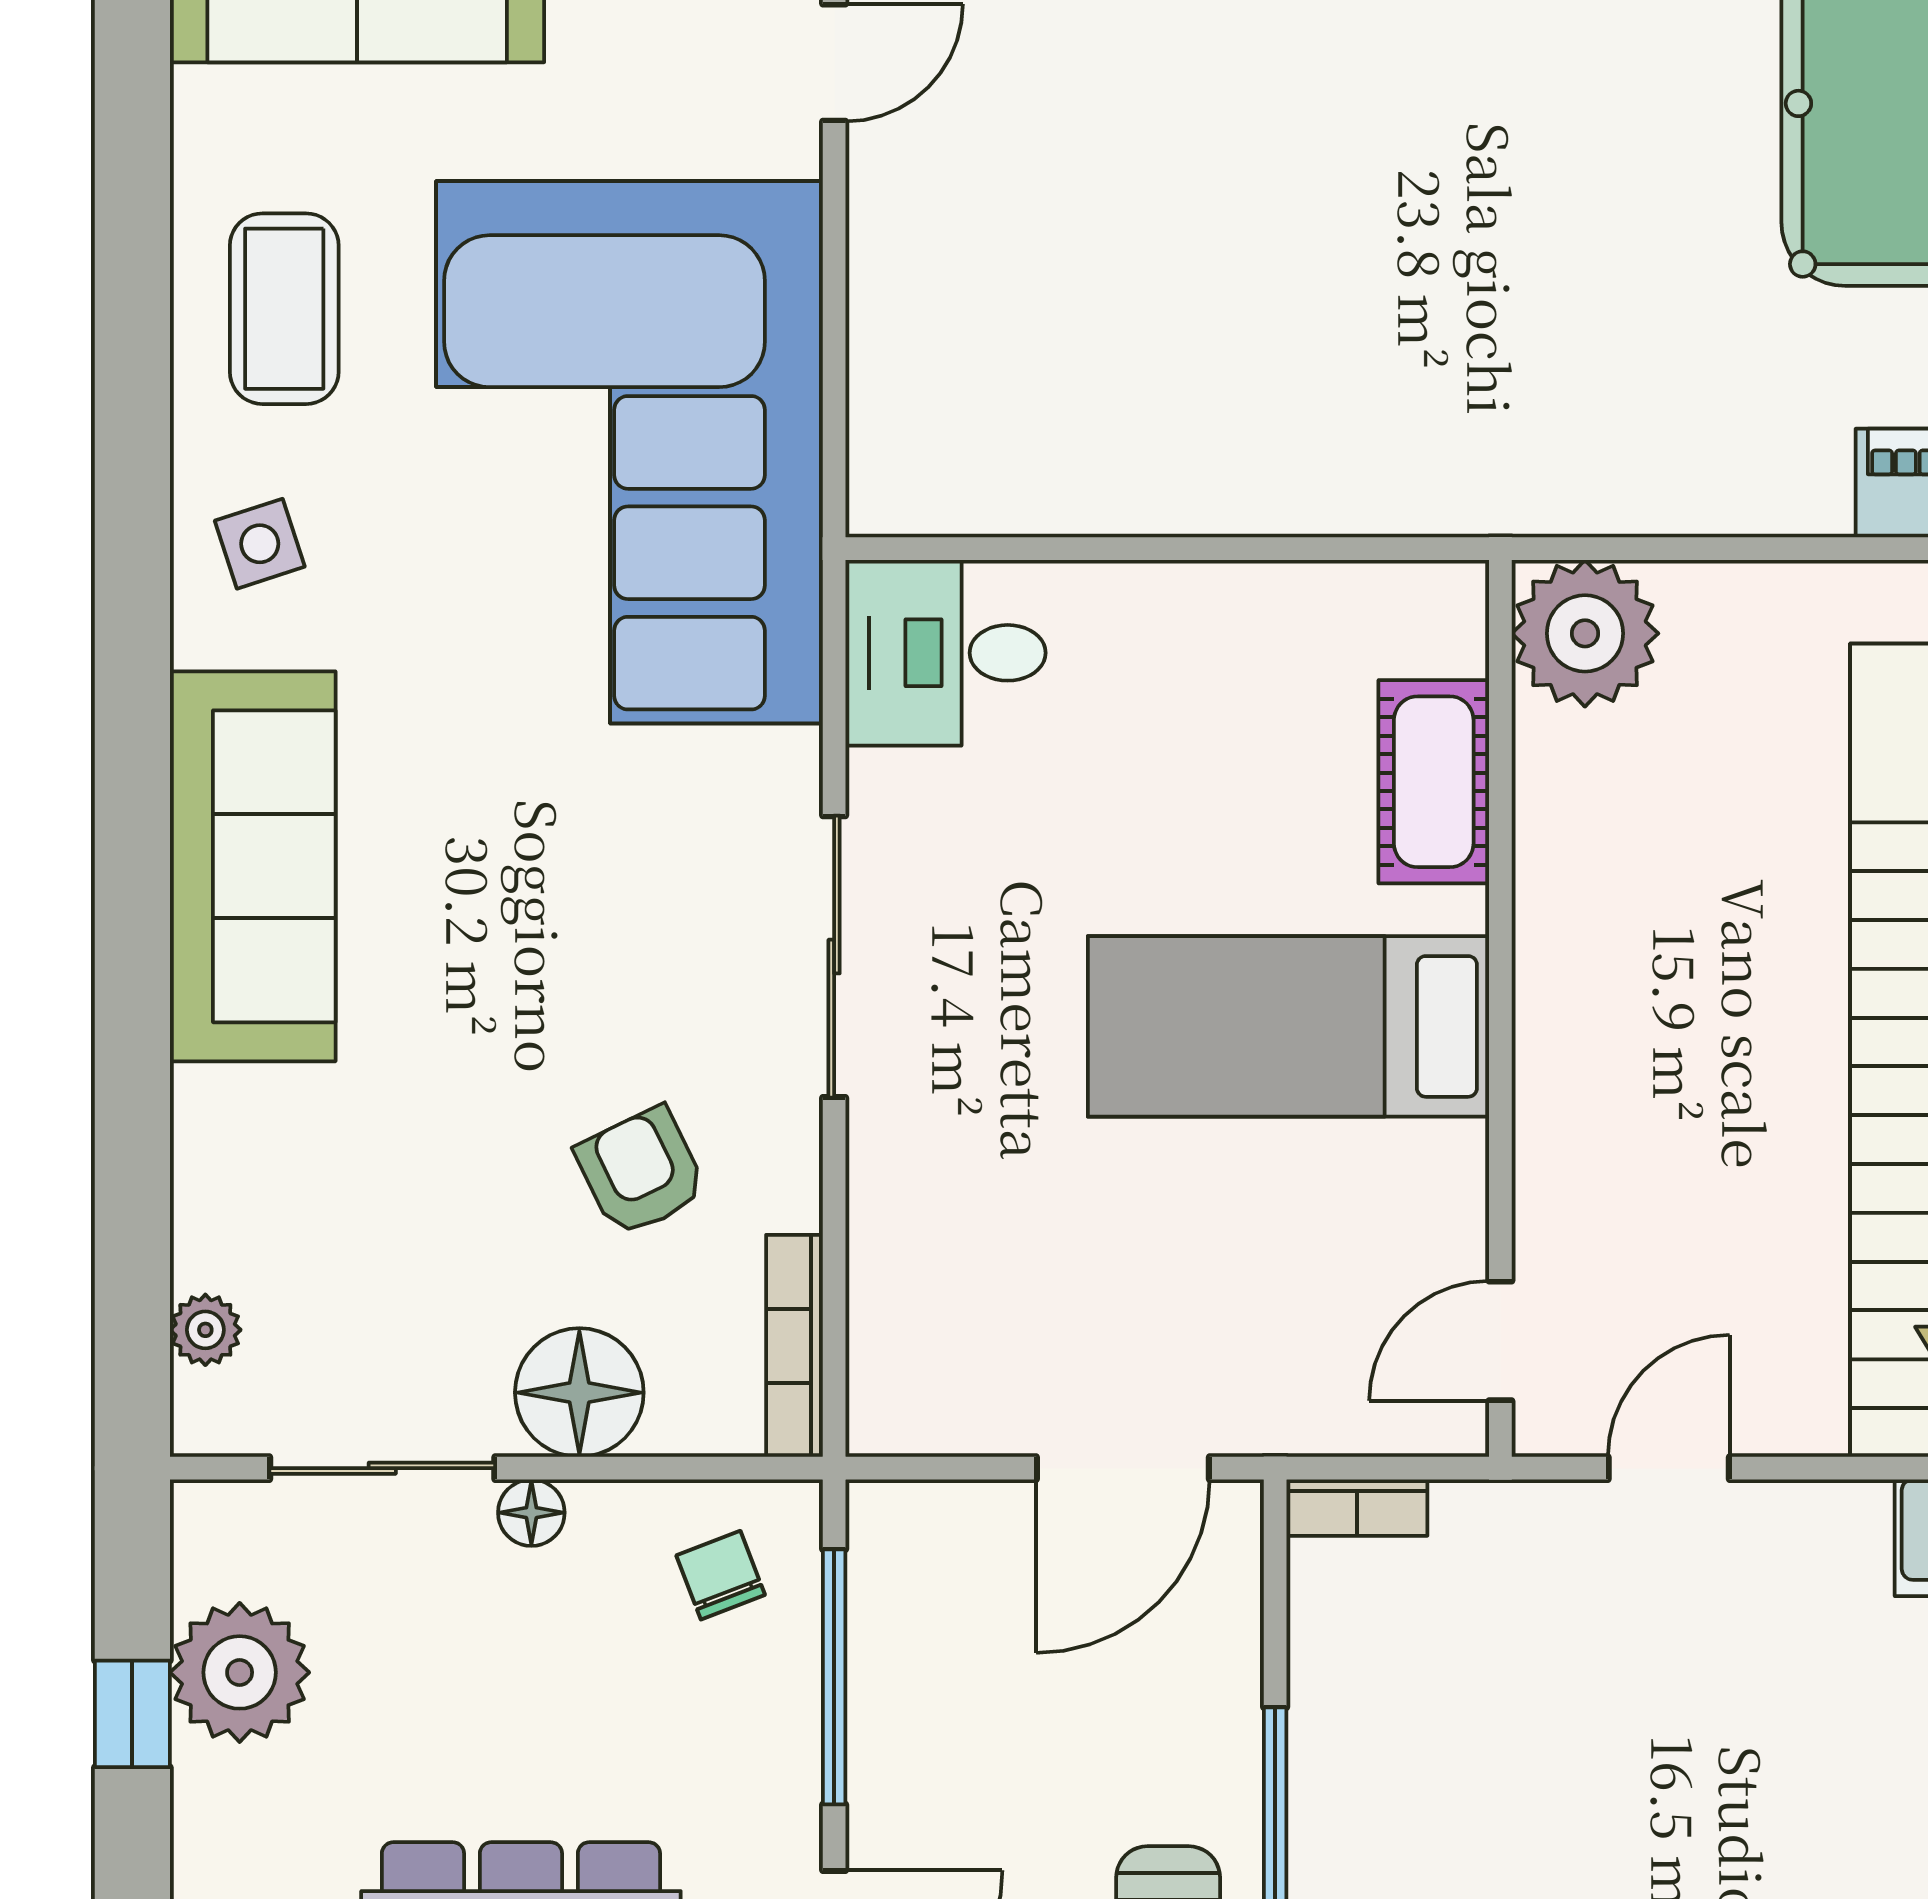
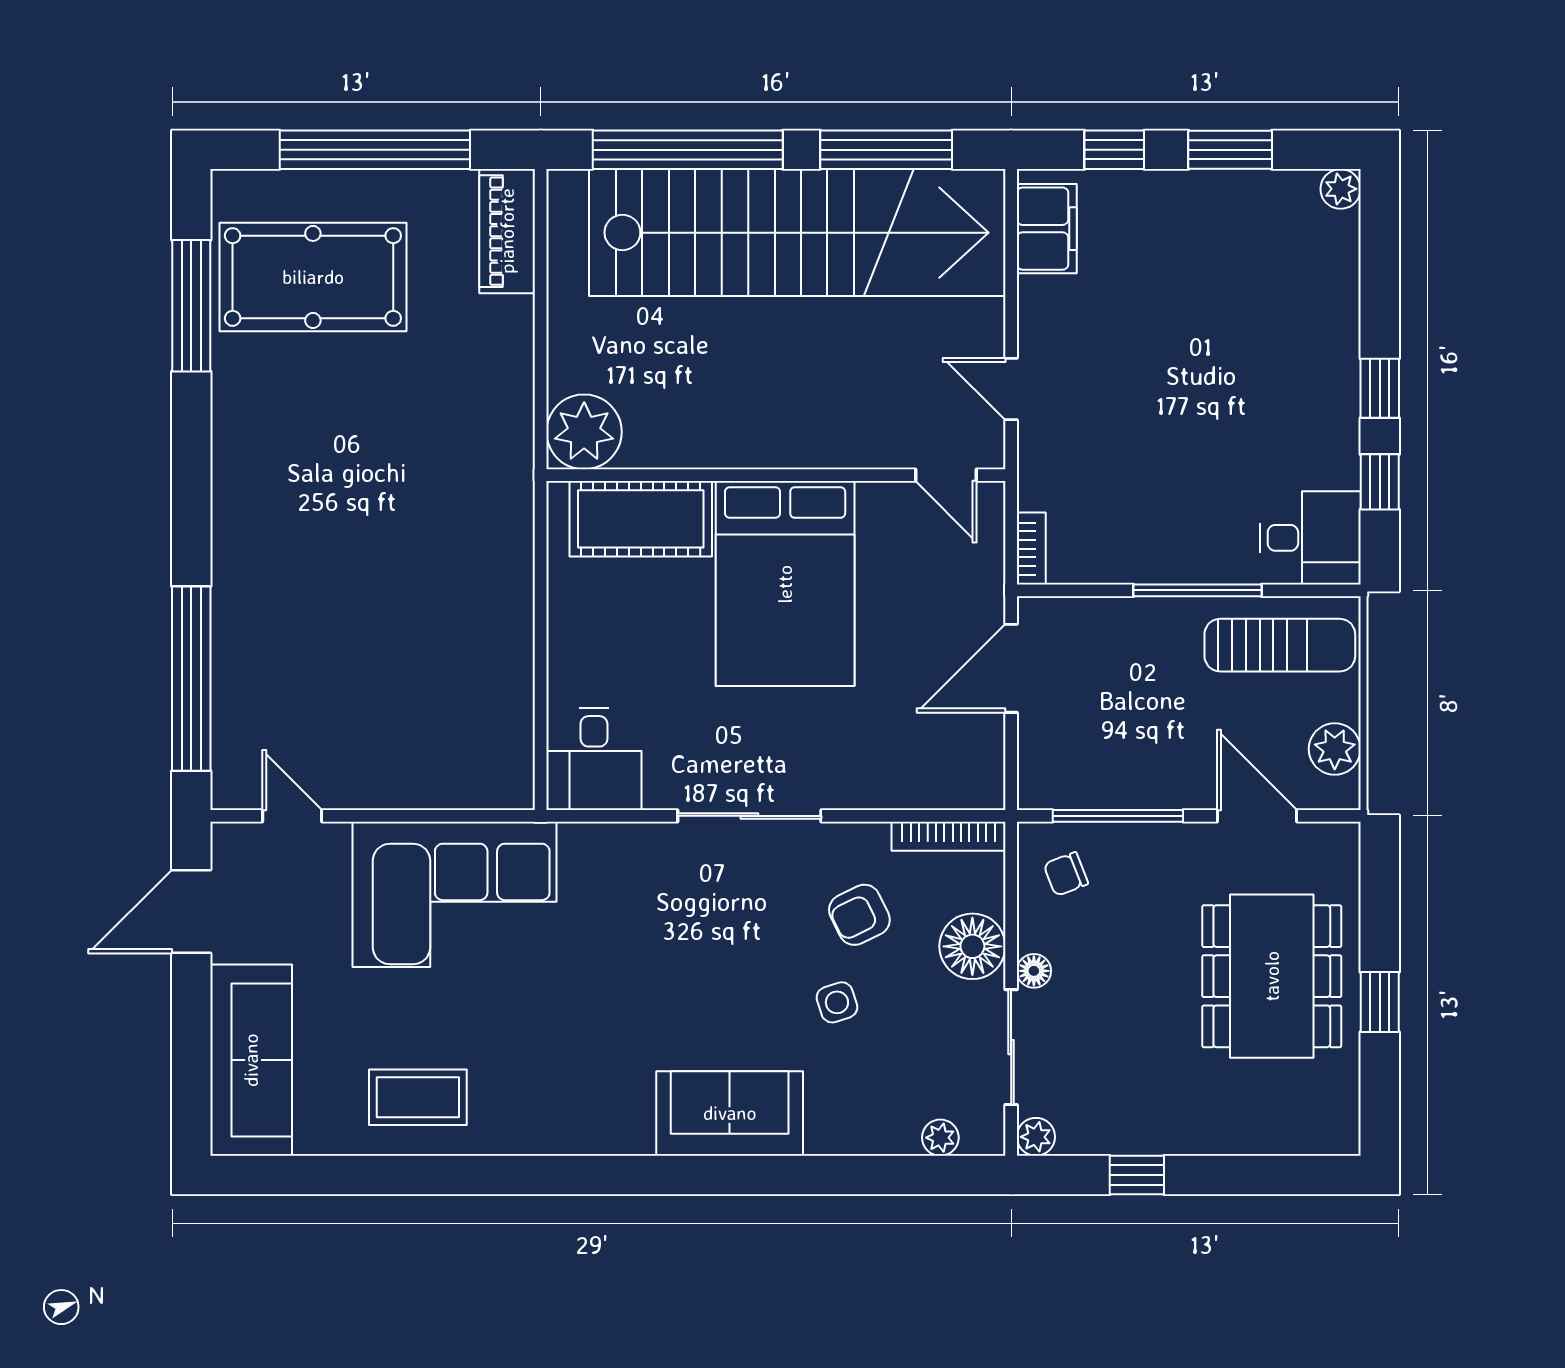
corner sofa: (630, 452) -> (455, 894), width x0.73, depth x0.74
side table: (260, 544) -> (837, 1002), moved
cot: (1434, 782) -> (641, 519), width x1.37, depth x1.34
sofa: (253, 866) -> (730, 1113), width x0.73
bed: (1288, 1026) -> (785, 584), width x1.50
door: (1123, 1468) -> (1011, 668), swing flipped
plant: (240, 1672) -> (1036, 1137), moved, width x0.53, depth x0.53

